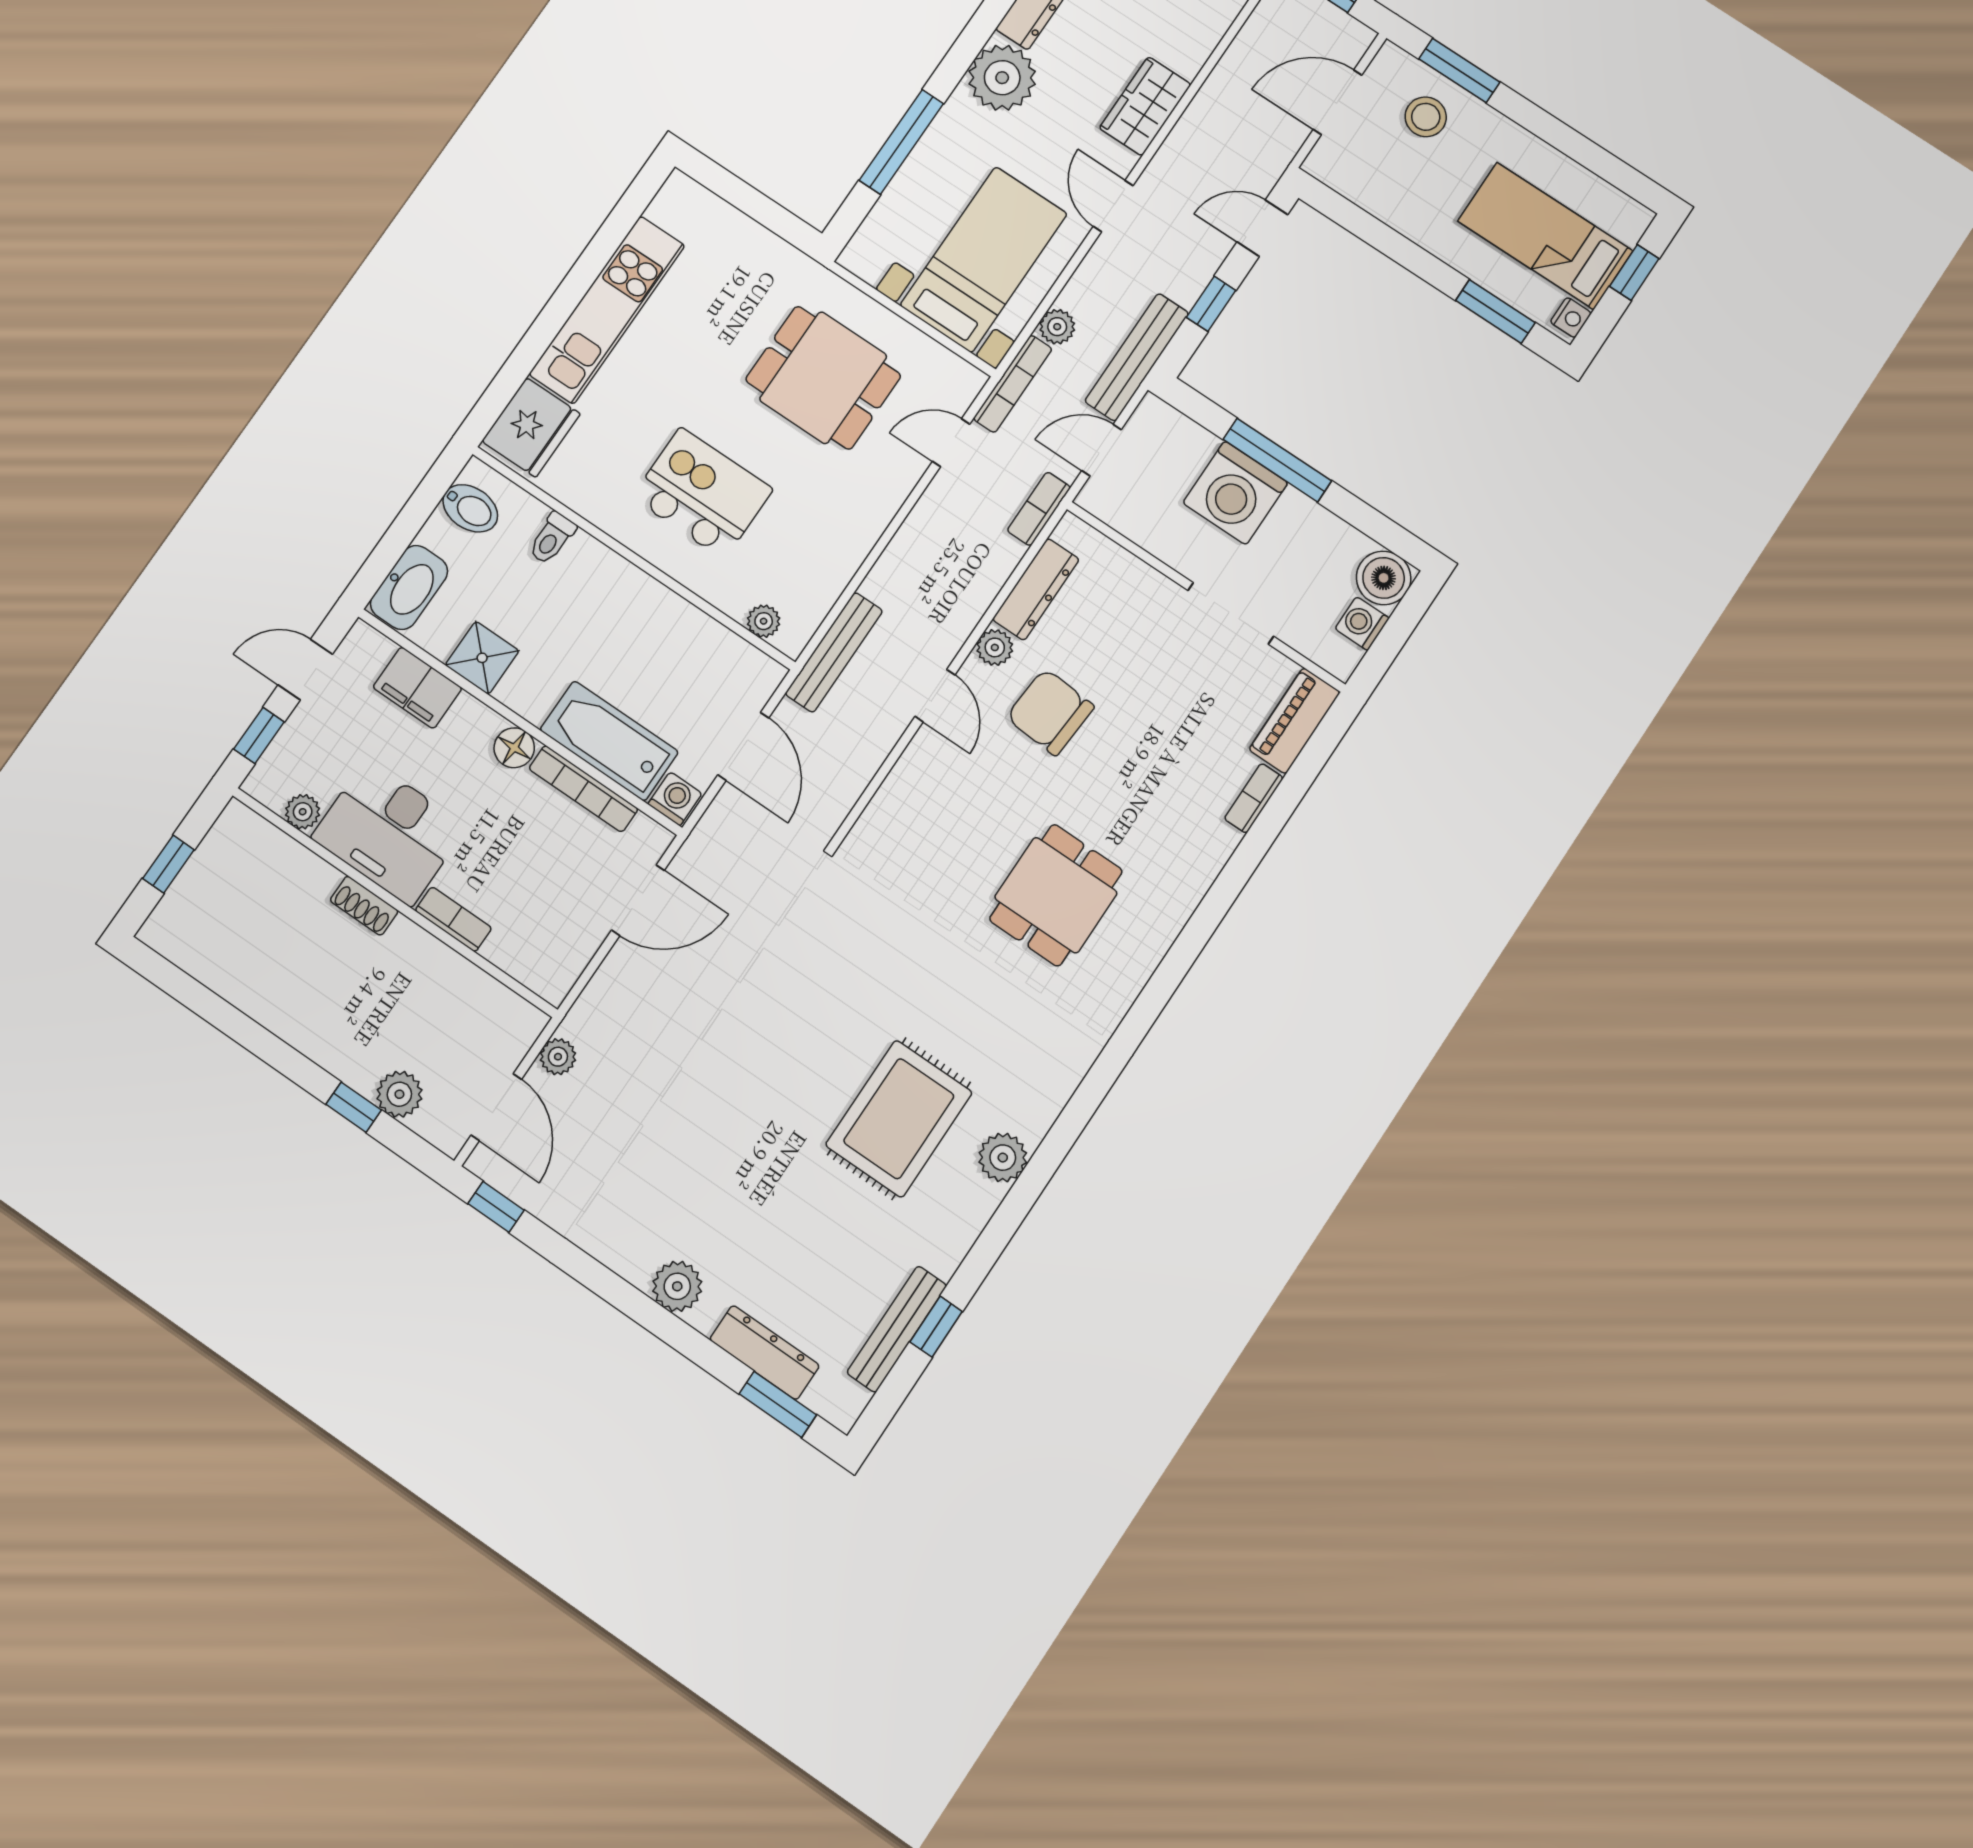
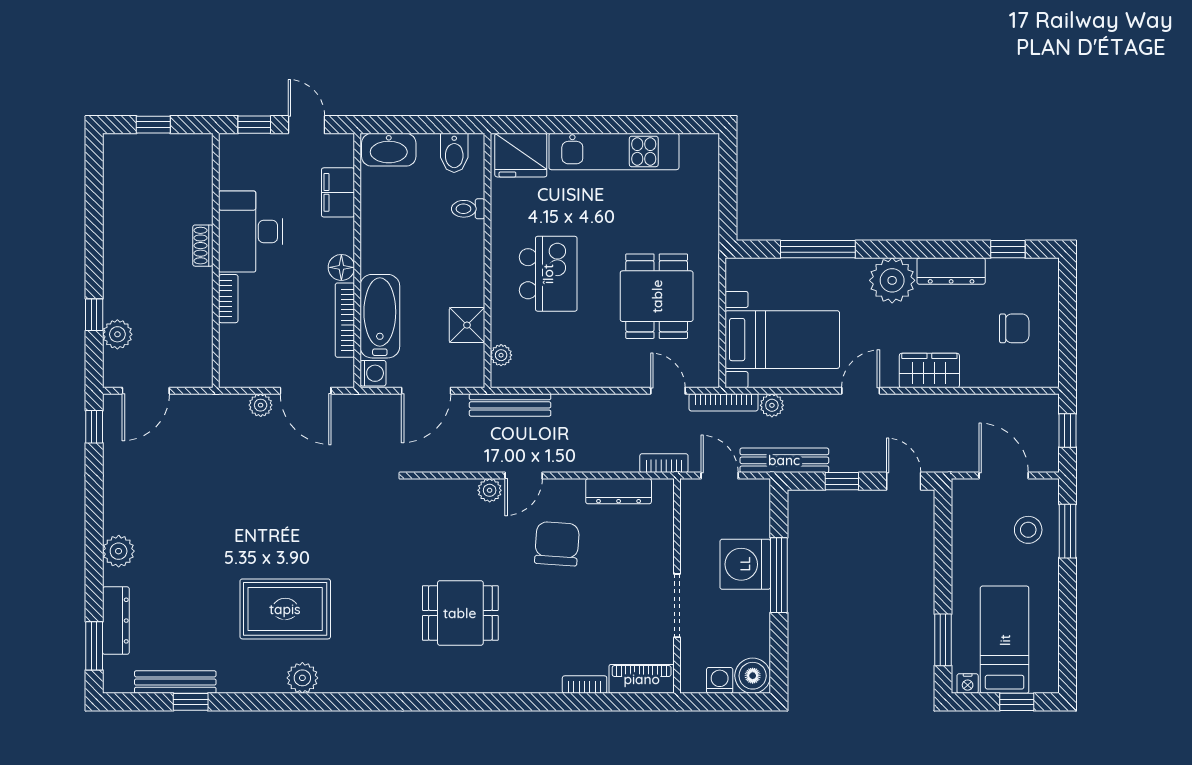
plant: (995, 647) -> (490, 490), moved
shower: (482, 658) -> (467, 325), moved
plant: (303, 812) -> (230, 177), removed
plant: (558, 1057) -> (261, 405), moved

